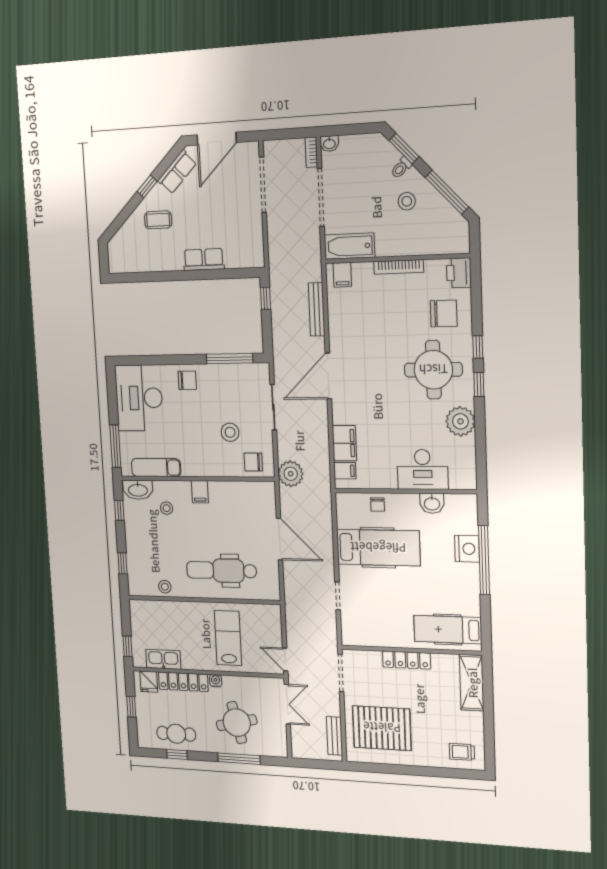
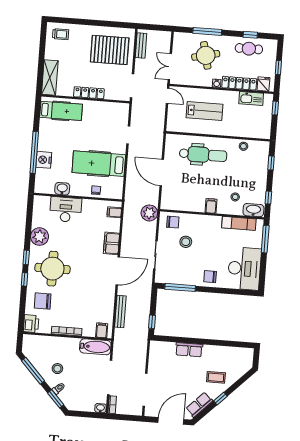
filing cabinet: (344, 443) -> (111, 243), moved
lab bench: (228, 638) -> (204, 111), turned -90

